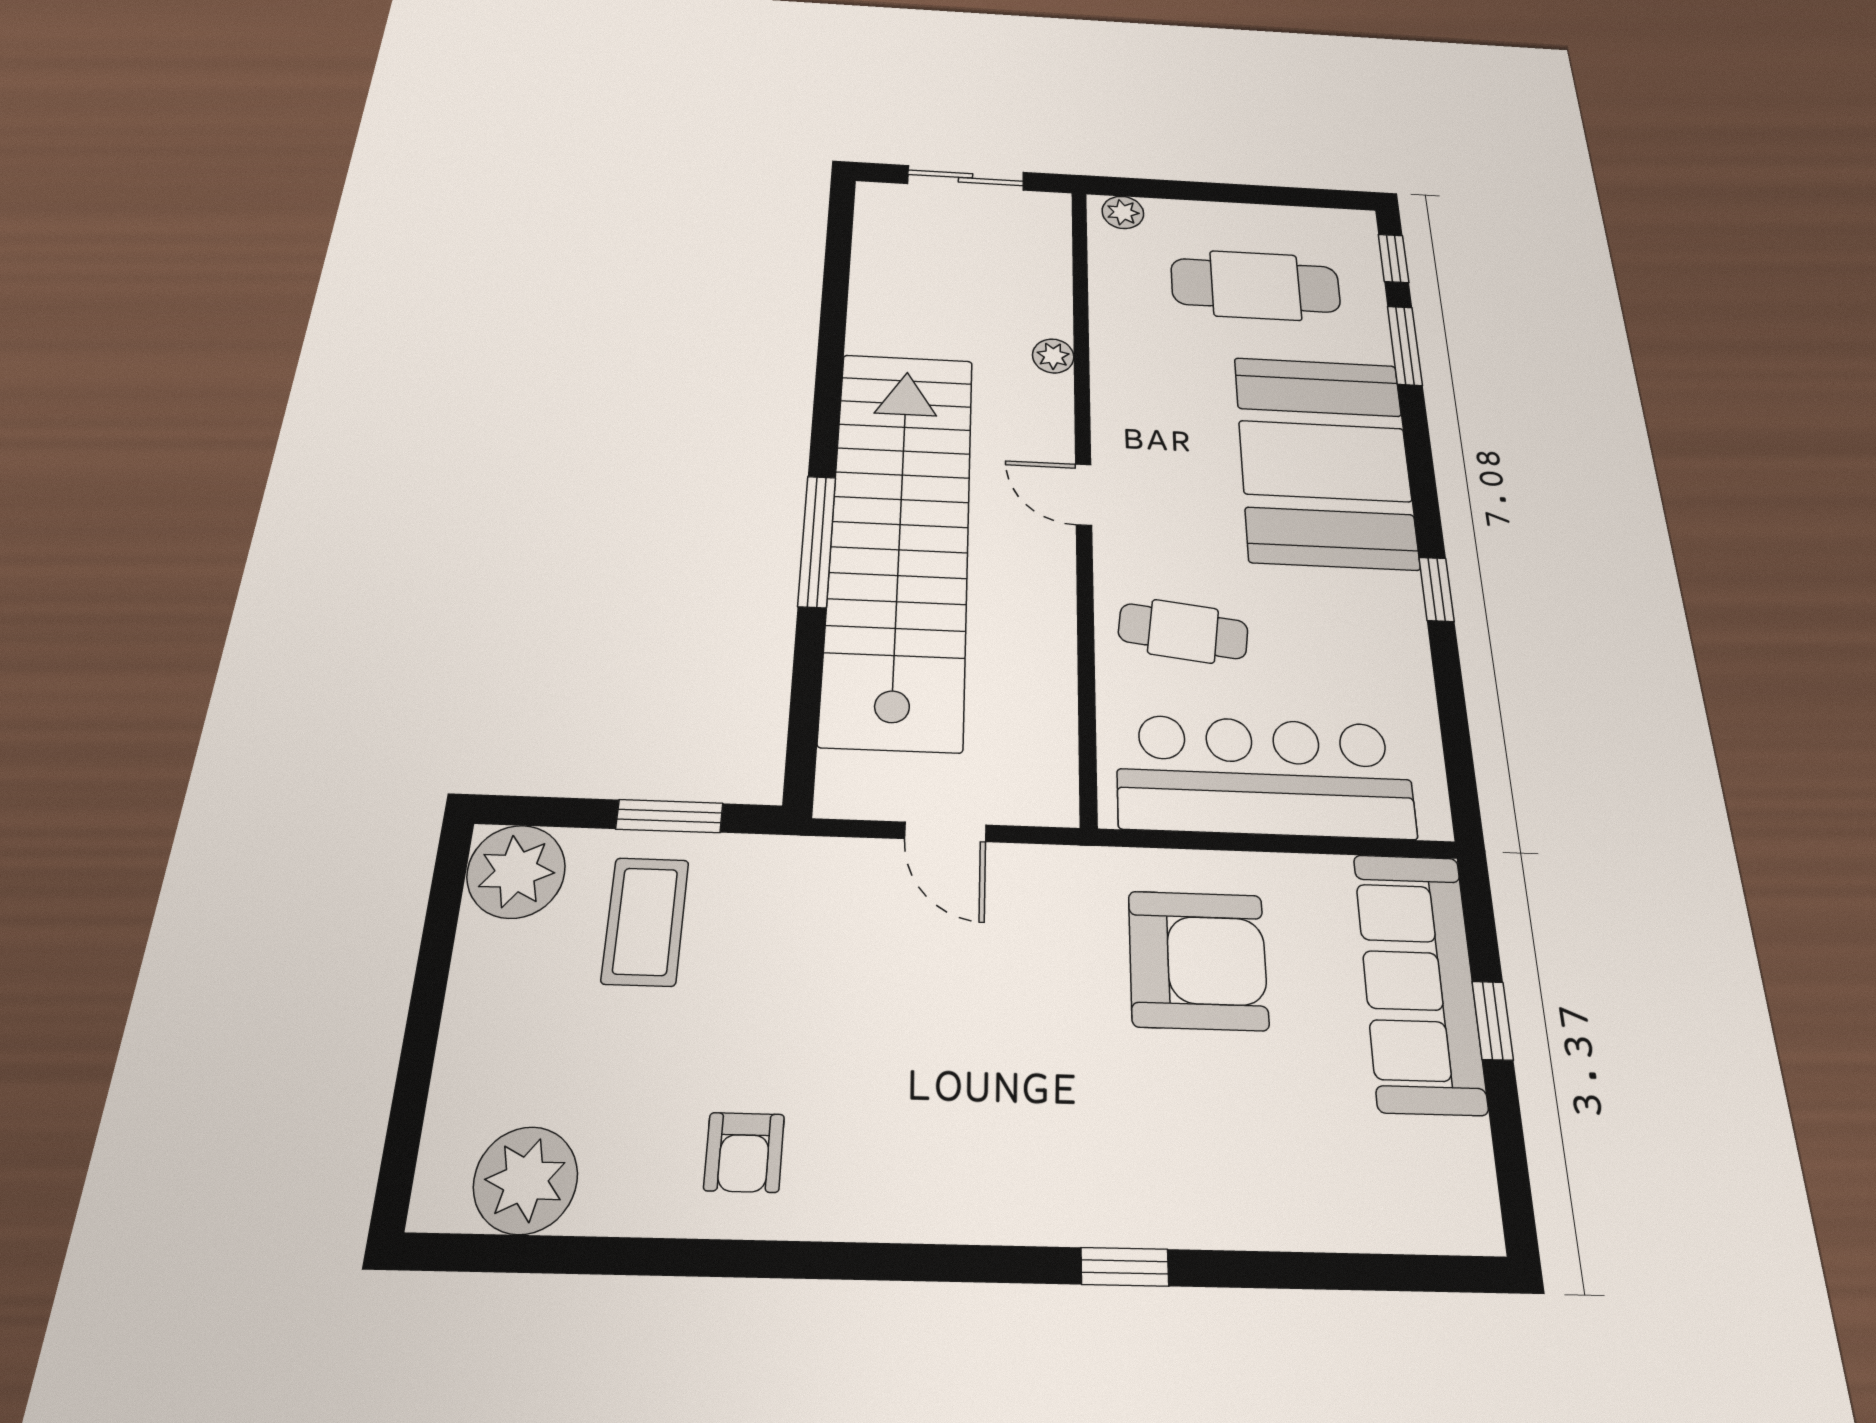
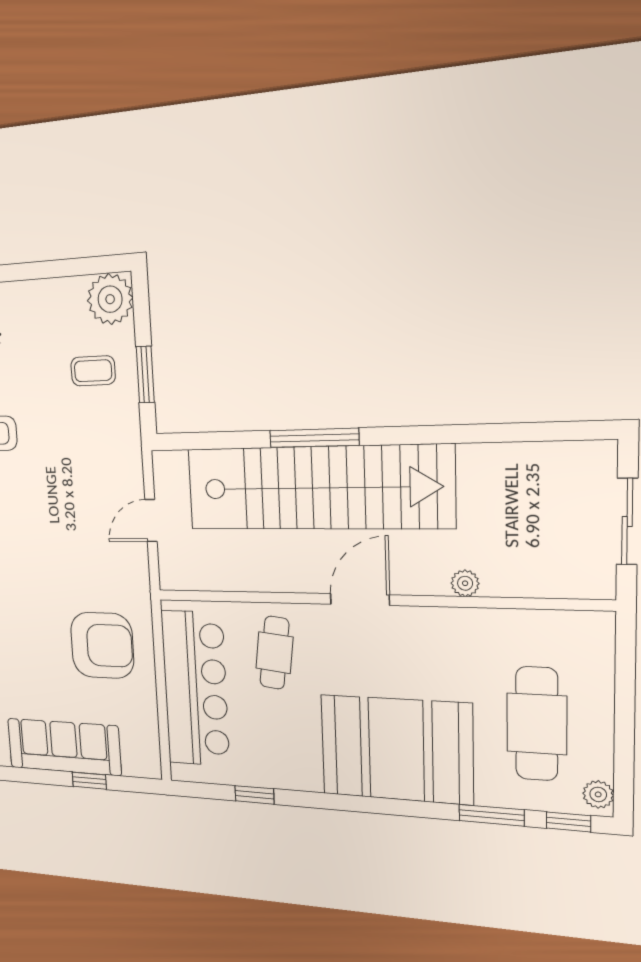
plant: (1123, 212) -> (598, 794), moved
door: (1084, 495) -> (360, 600), width x1.38
window: (1436, 589) -> (254, 795), moved
coffee table: (645, 921) -> (93, 371), width x0.73, depth x0.77
armchair: (1198, 960) -> (102, 645), turned -90
sofa: (1419, 981) -> (64, 747), moved

